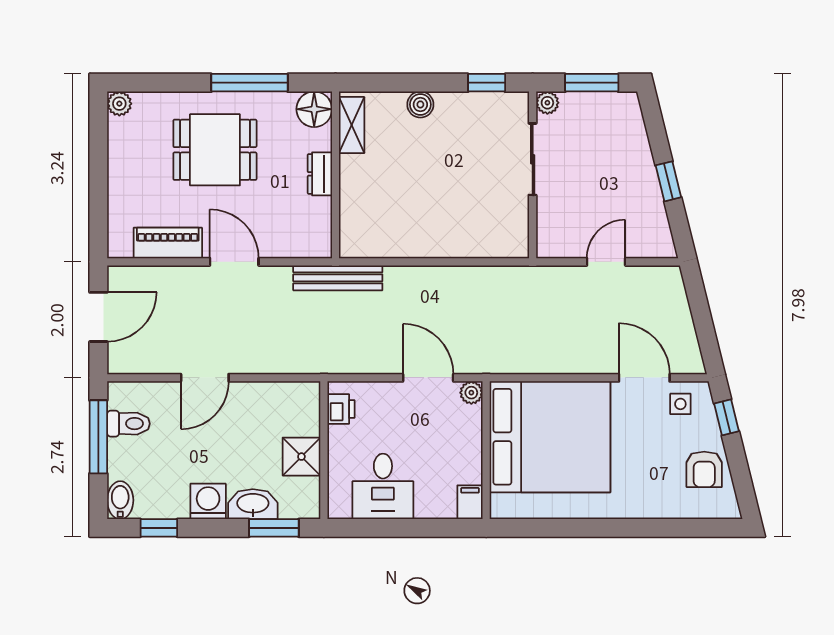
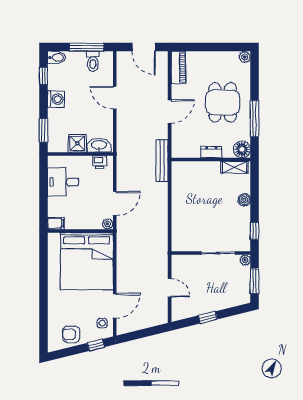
piano: (168, 243) -> (179, 67), moved
washbasin: (253, 504) -> (99, 145), moved, turned -90

